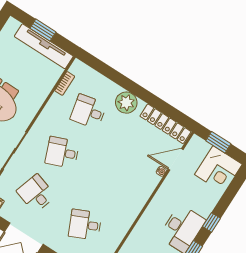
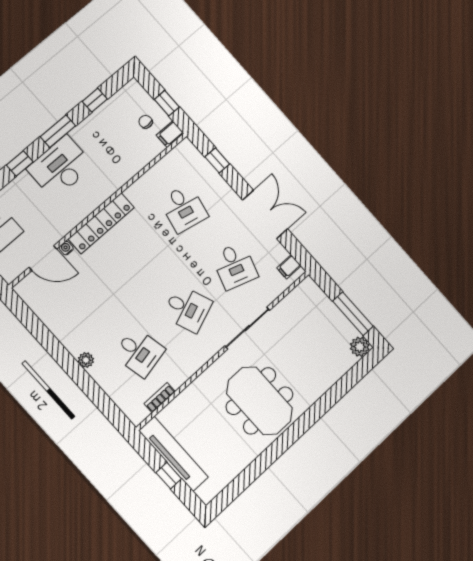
window: (43, 30) -> (169, 476), width x0.67
plant: (126, 103) -> (86, 360), width x0.53, depth x0.53
locker: (165, 124) -> (101, 223), moved, turned 90
desk: (85, 225) -> (184, 208), turned 36

